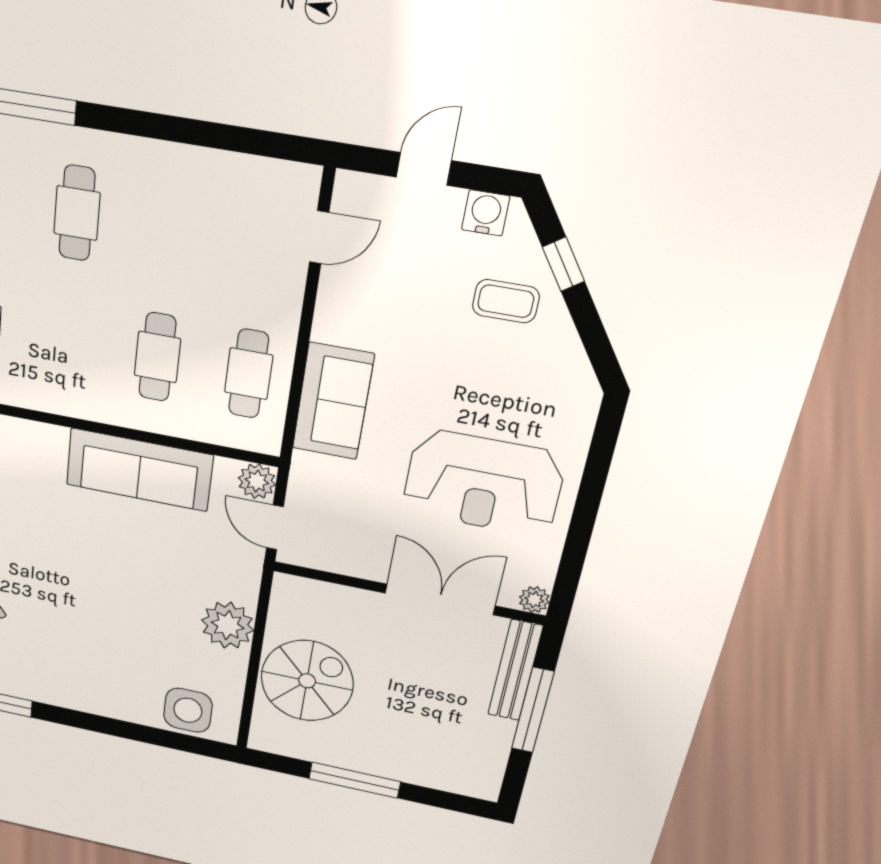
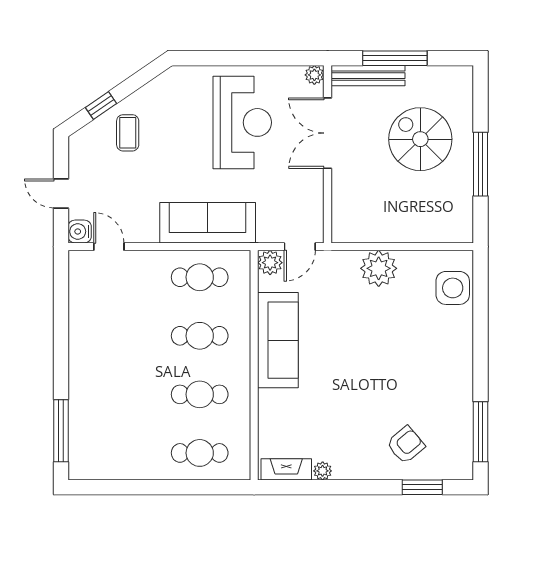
cafe table: (77, 213) -> (200, 394), moved
water cooler: (486, 213) -> (80, 231), moved
sofa: (333, 401) -> (208, 223), width x1.36
spiral stairs: (307, 681) -> (420, 139), moved

